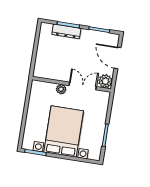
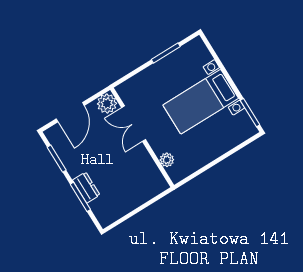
dresser: (66, 31) -> (86, 188), width x0.70
plant: (61, 89) -> (167, 160), moved
bed with nightstands: (64, 131) -> (201, 102), width x0.73

